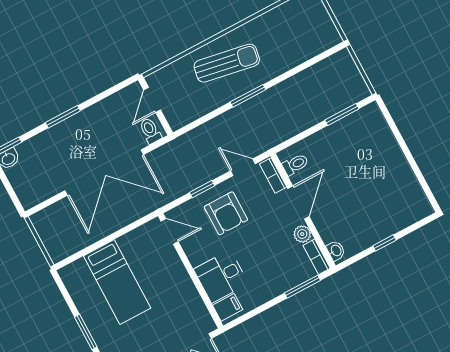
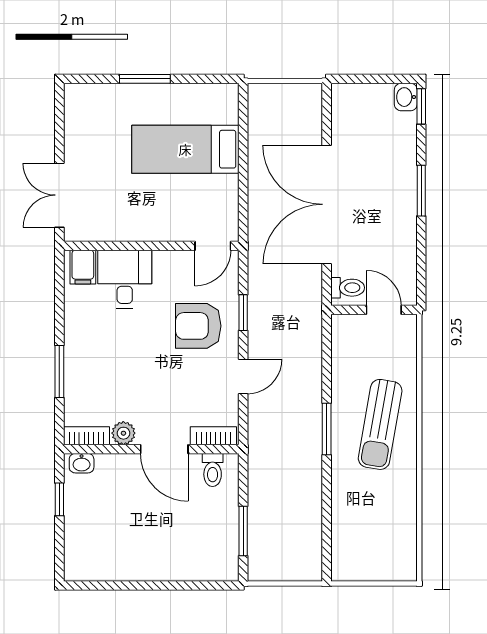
toilet: (295, 164) -> (213, 470), moved
bookcase: (273, 176) -> (213, 436), moved
door: (299, 202) -> (164, 449), moved
wall: (303, 211) -> (151, 449), moved
plant: (302, 234) -> (123, 433), moved
washbasin: (336, 251) -> (82, 463), moved
bookcase: (317, 257) -> (87, 436), moved

